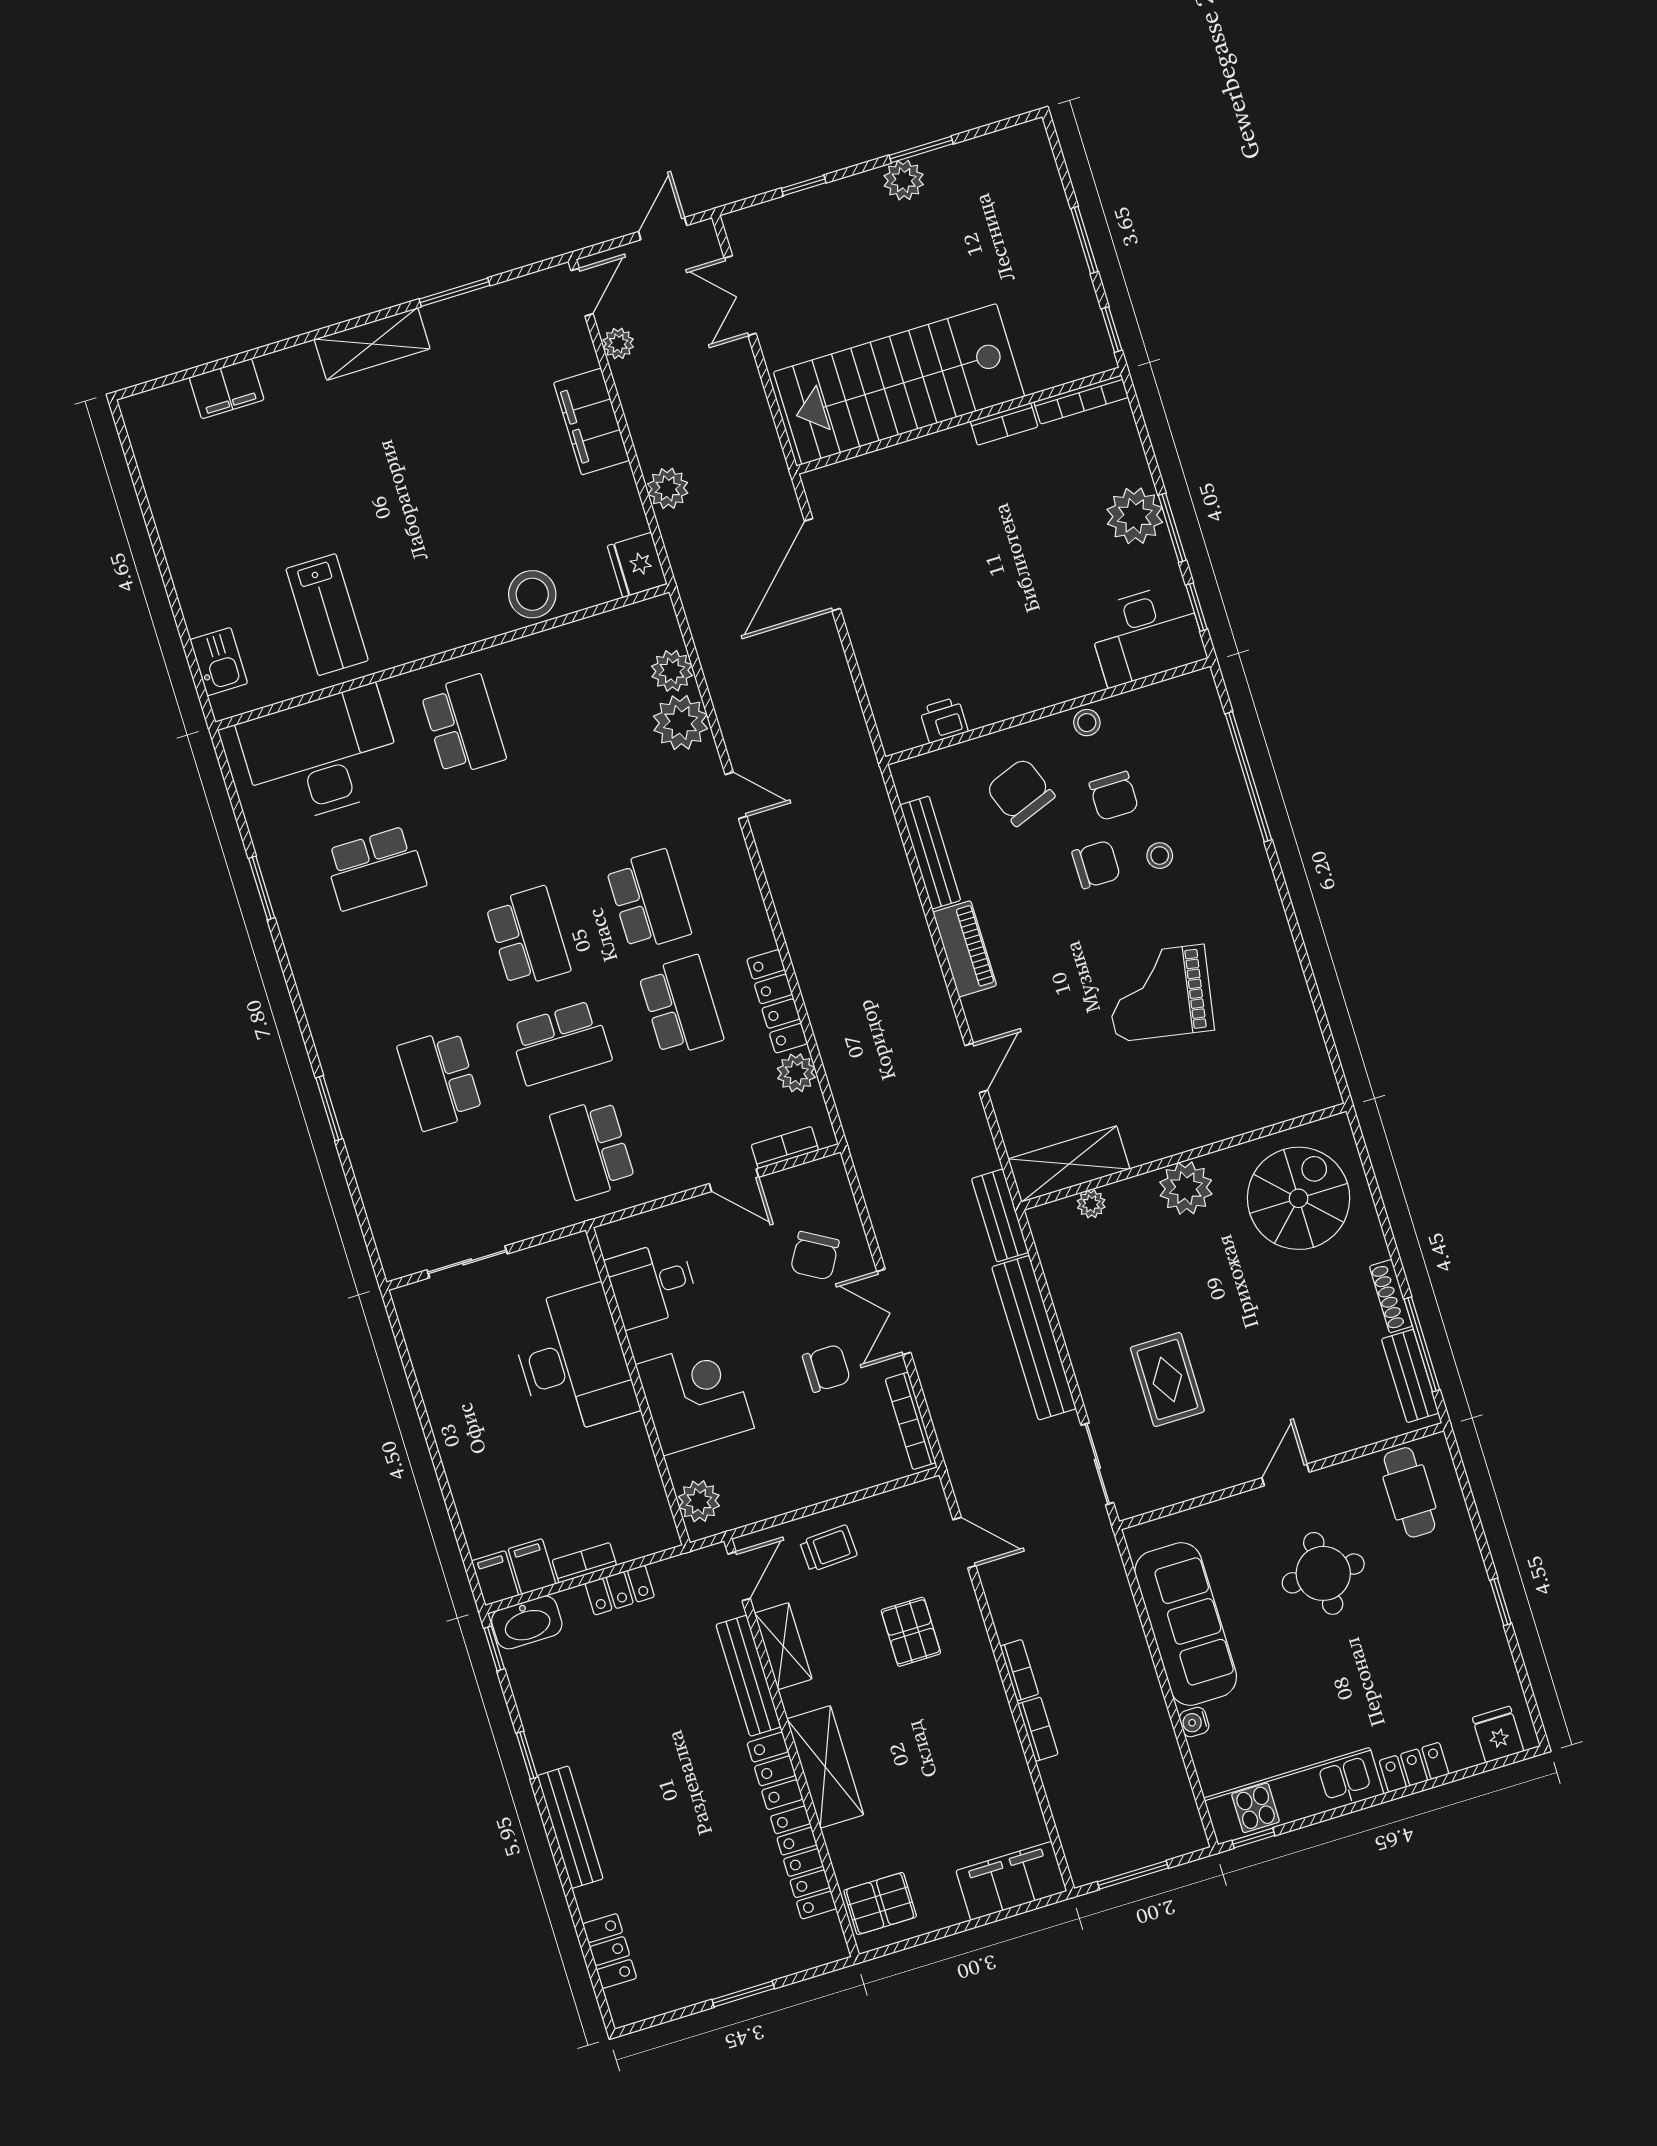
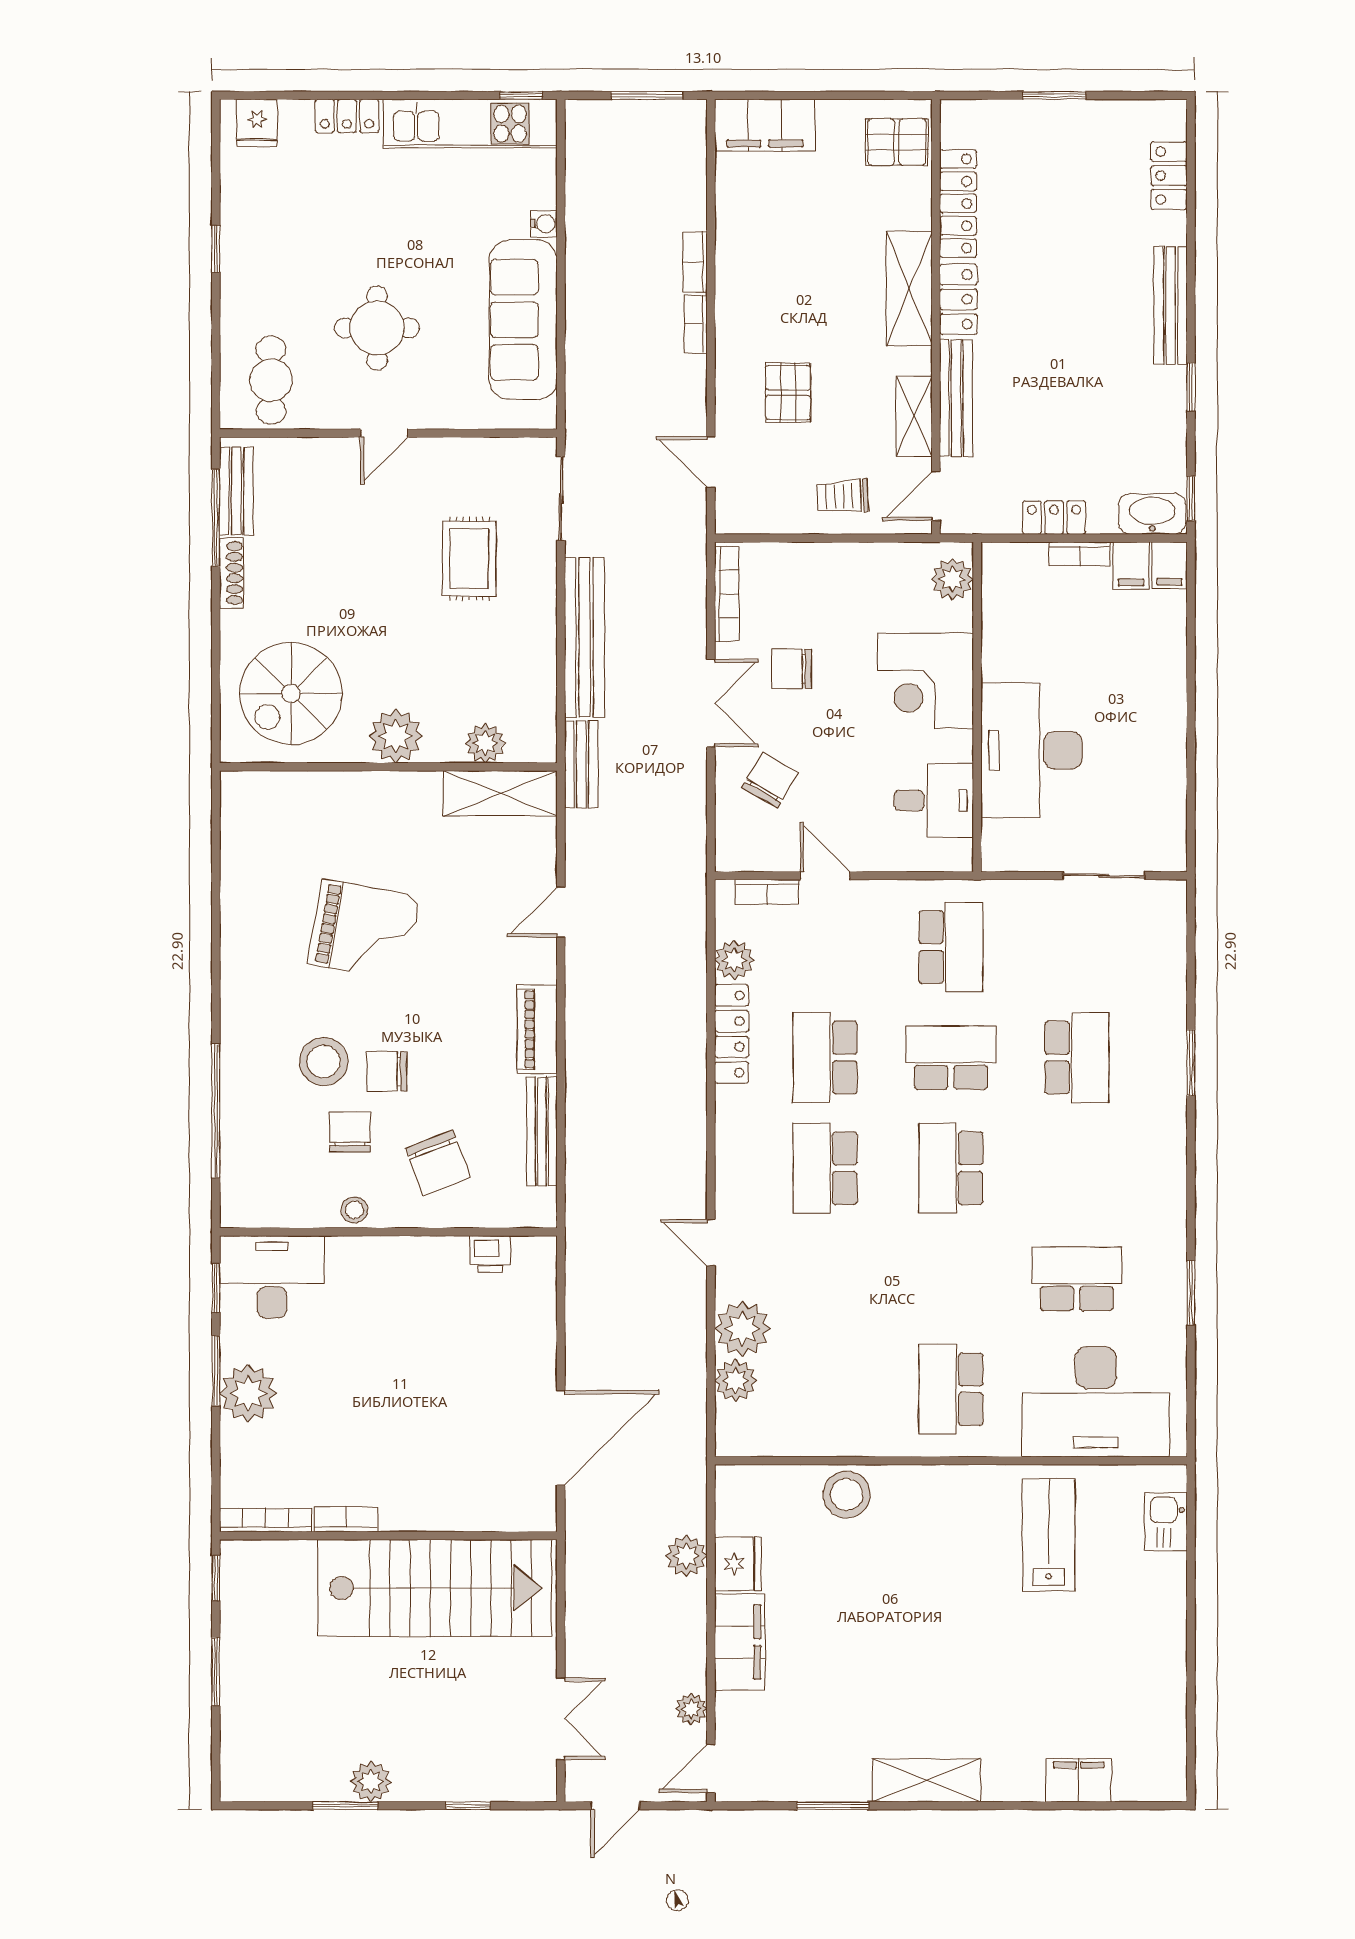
fridge: (637, 565) -> (738, 1564), moved
stool: (1160, 856) -> (324, 1062), width x1.89, depth x1.89
plant: (1091, 1204) -> (485, 743), width x1.38, depth x1.38

